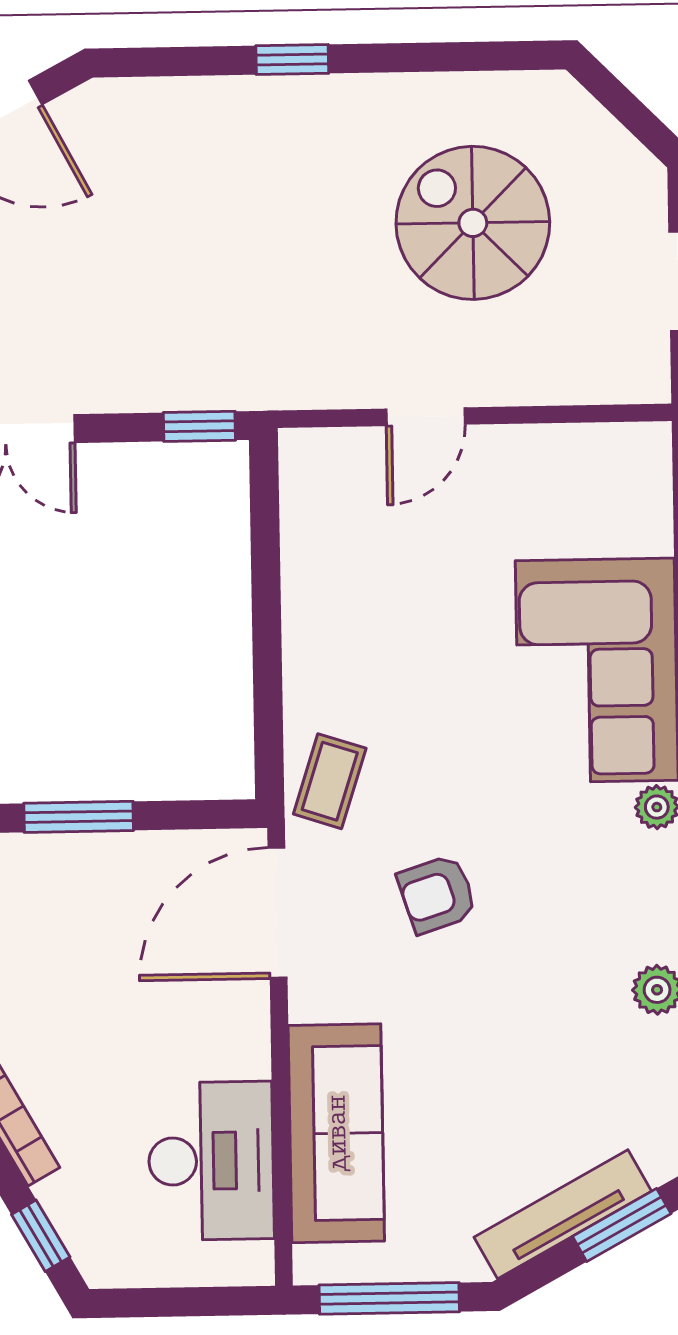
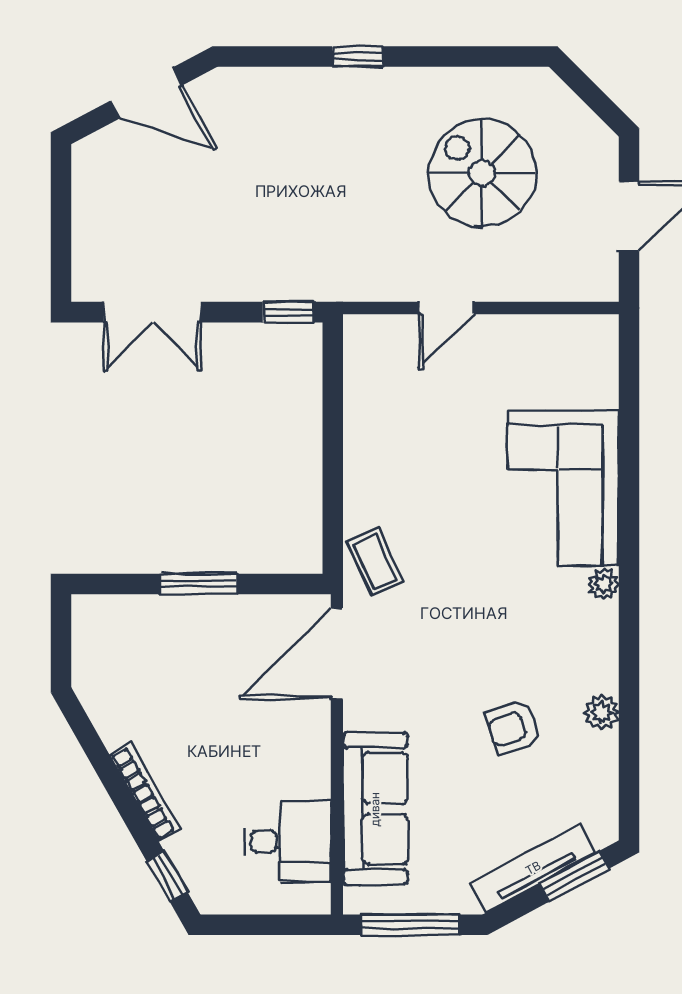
coffee table: (330, 781) -> (375, 562), turned -43
armchair: (437, 894) -> (513, 727), moved
desk: (211, 1161) -> (287, 841), width x0.73

